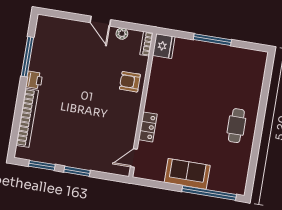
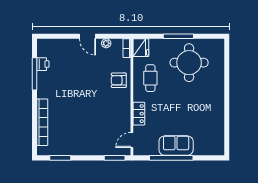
round table: (220, 74) -> (189, 63), added
printer: (34, 80) -> (43, 64), moved
cafe table: (236, 126) -> (150, 78), moved
window: (77, 171) -> (115, 158), moved
window: (209, 193) -> (171, 158), moved

